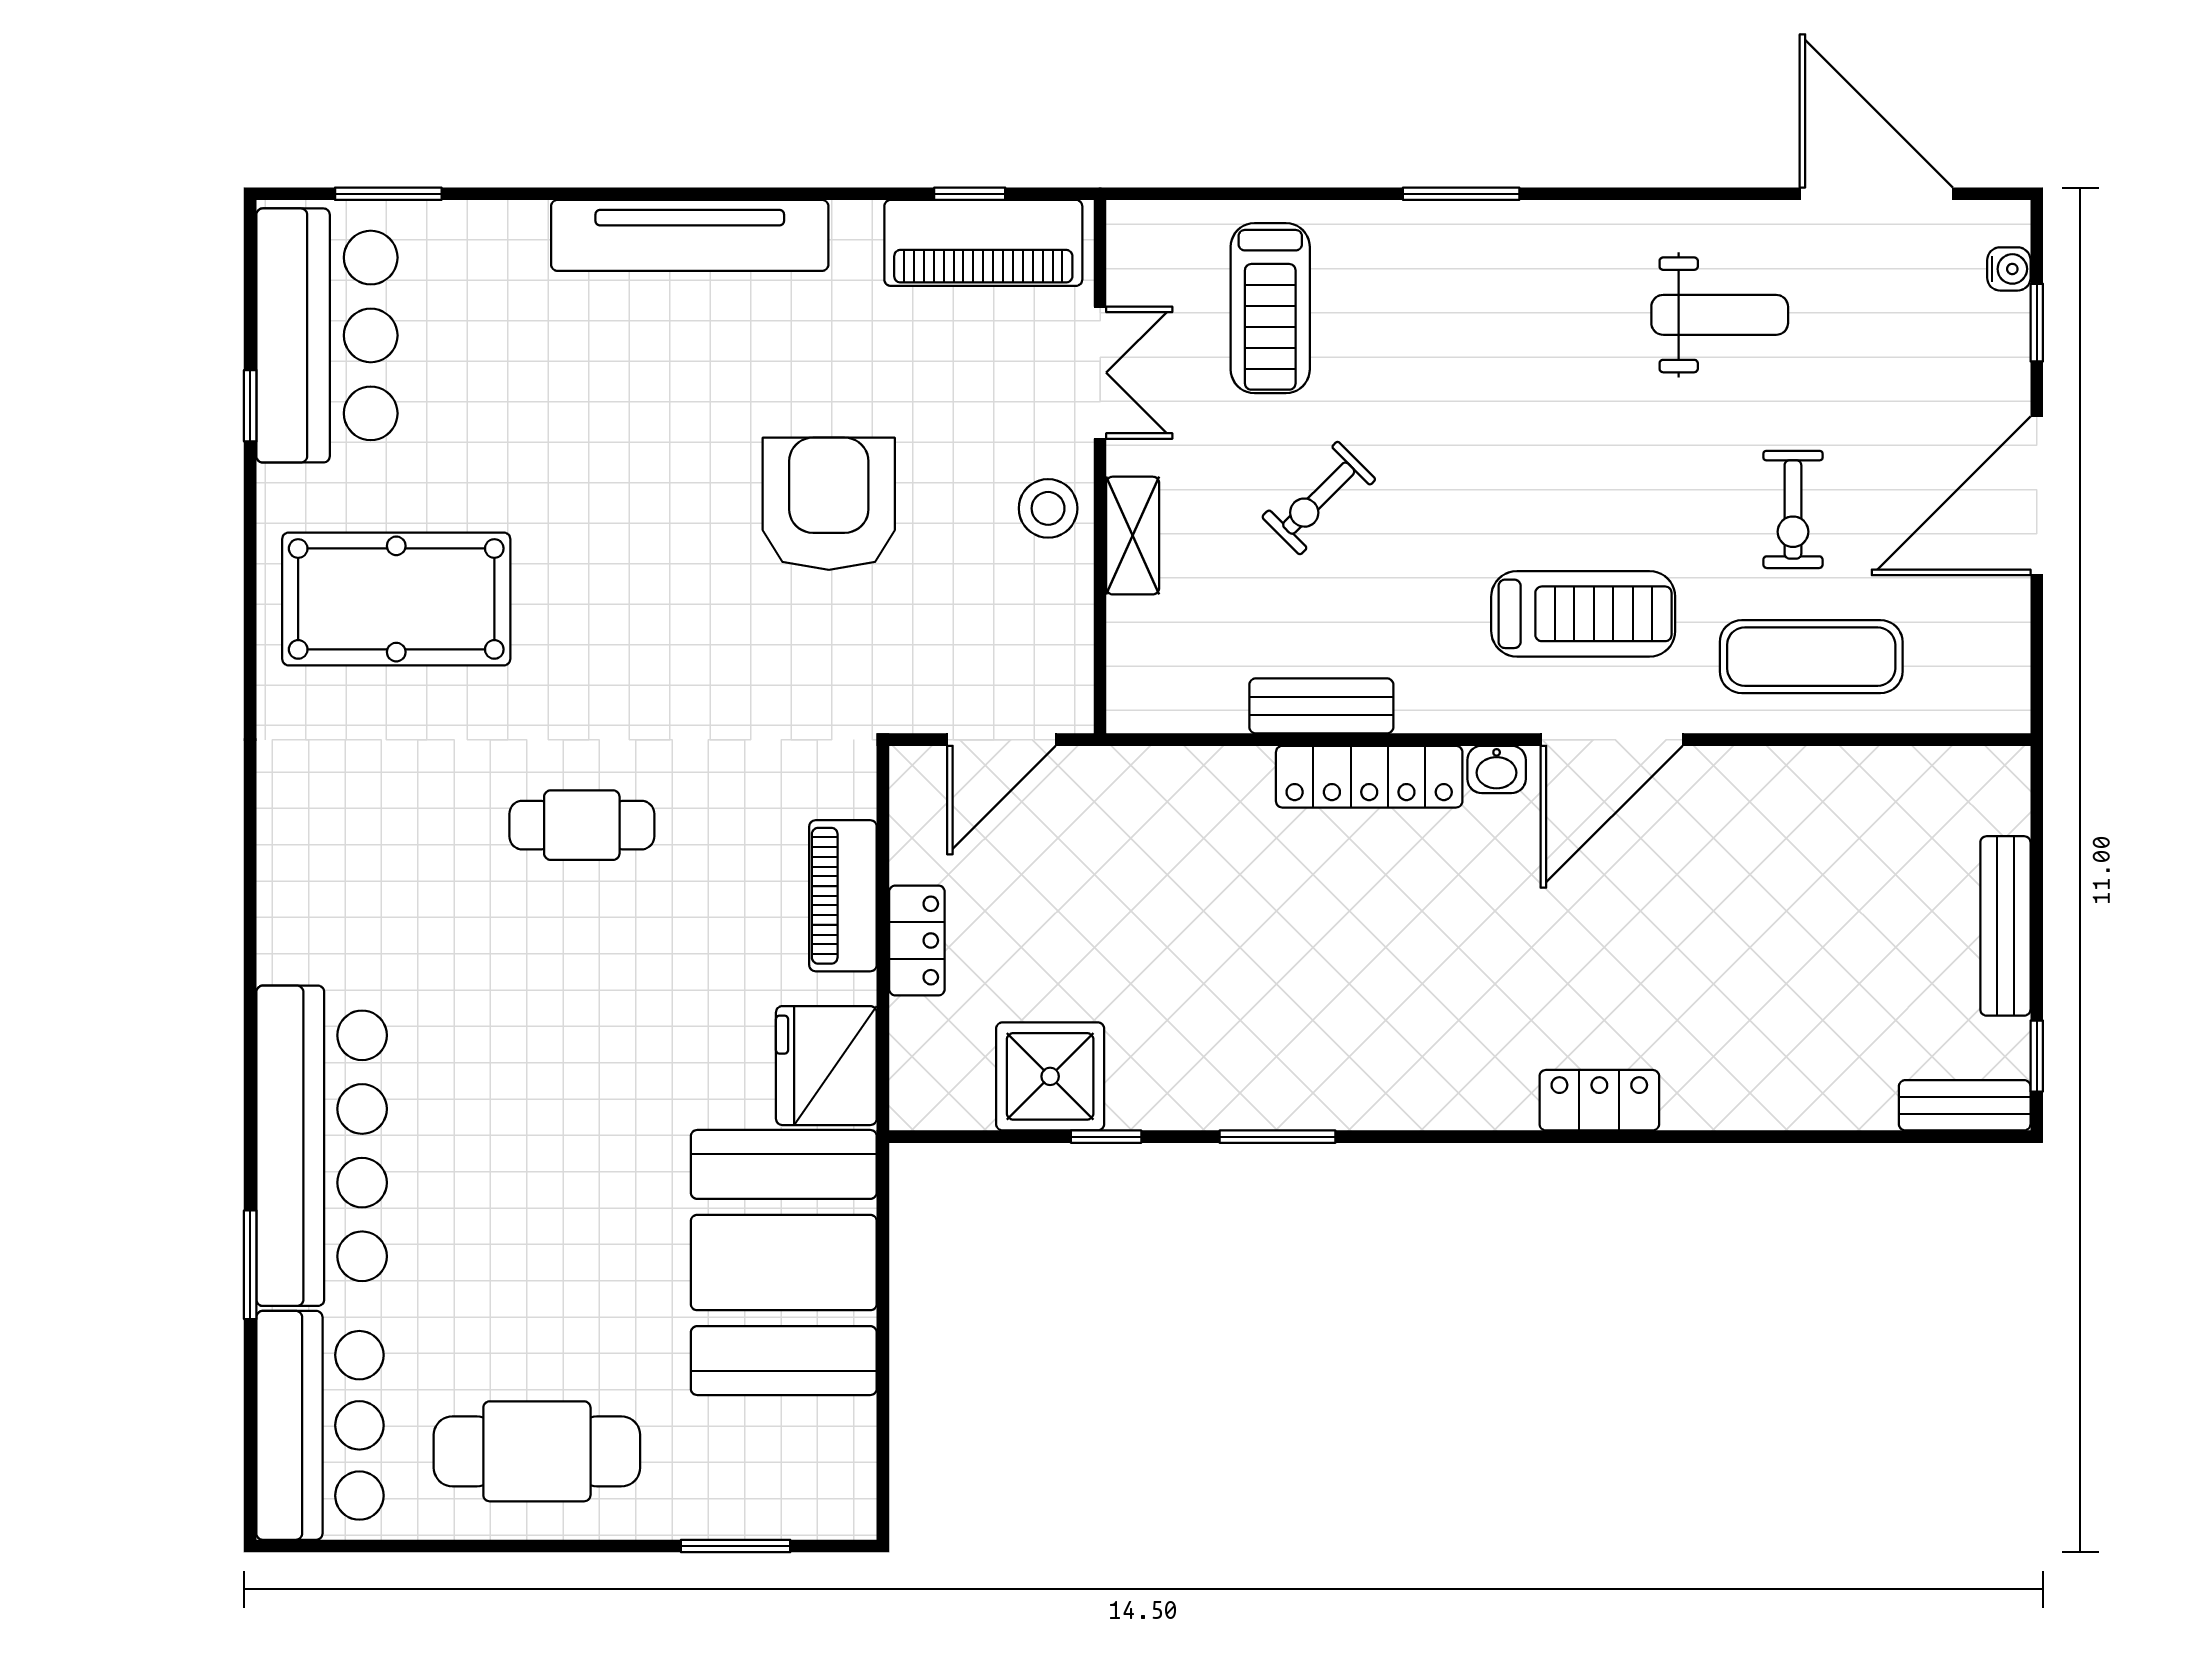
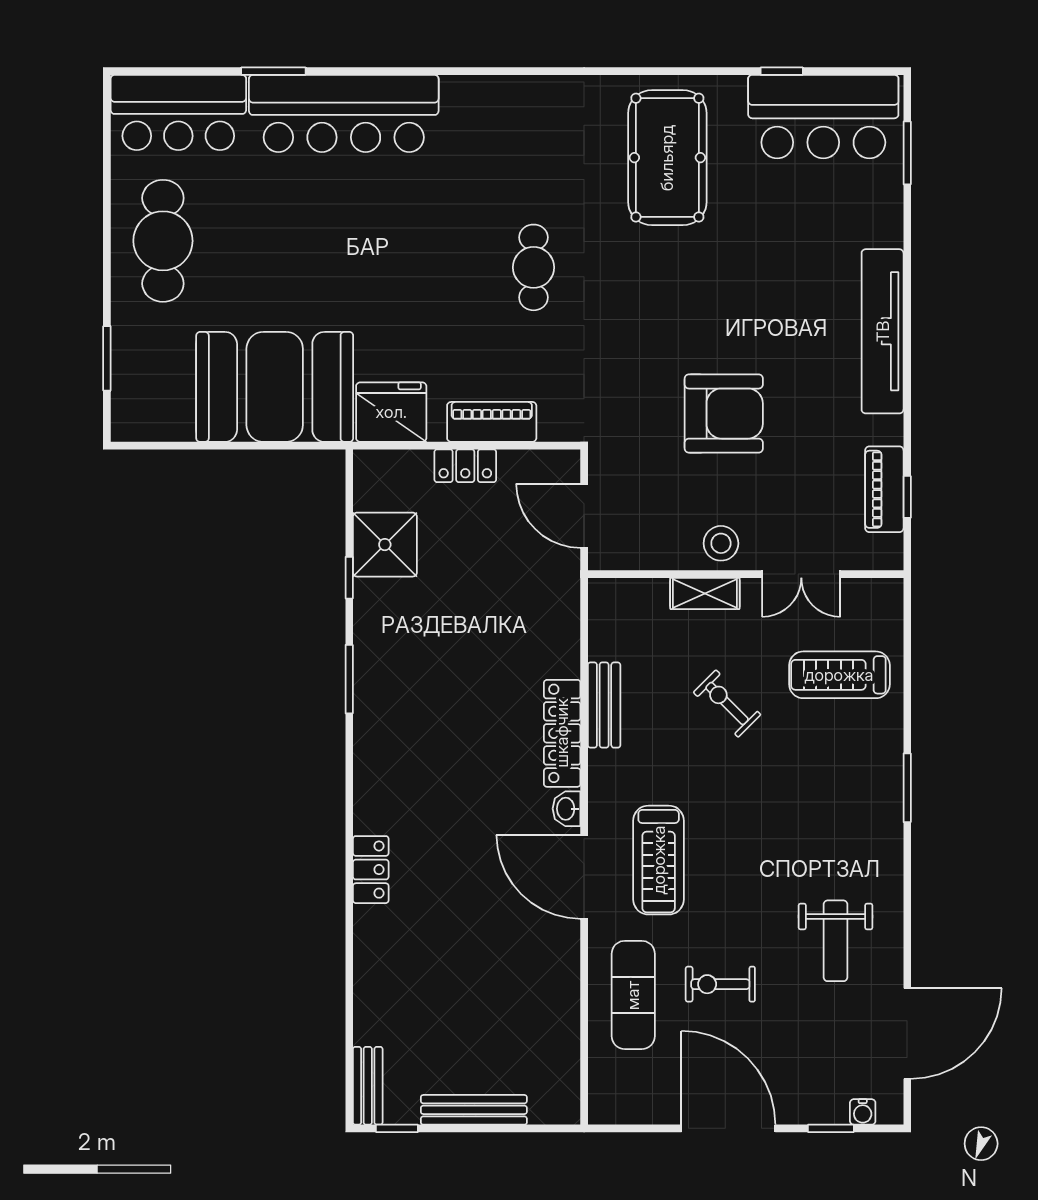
piano: (983, 243) -> (884, 489), width x0.73, depth x0.75

